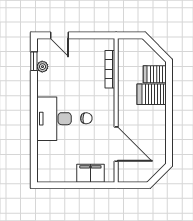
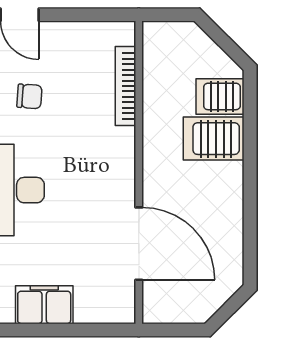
chair: (86, 118) -> (29, 96), moved
filing cabinet: (90, 173) -> (44, 305), moved

